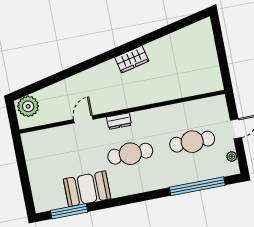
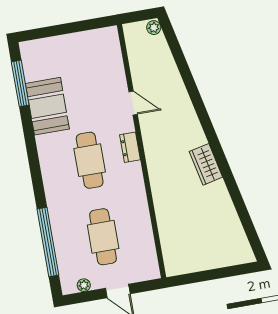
plant: (28, 106) -> (154, 28), width x0.53, depth x0.53

